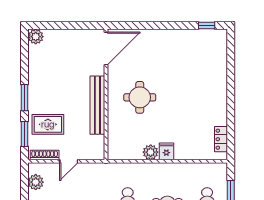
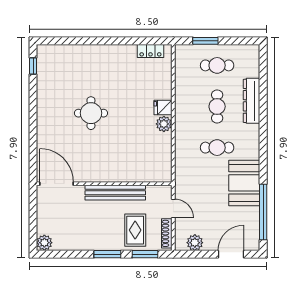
door: (106, 48) -> (57, 184), moved
wall: (106, 94) -> (104, 184), moved
round table: (140, 97) -> (91, 113), moved
bench: (97, 105) -> (115, 193), moved

